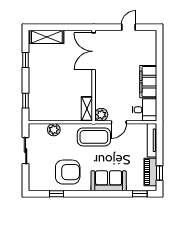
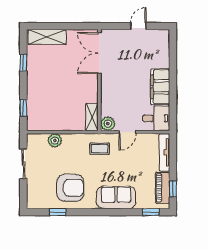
coffee table: (94, 137) -> (100, 149), width x0.54, depth x0.58

